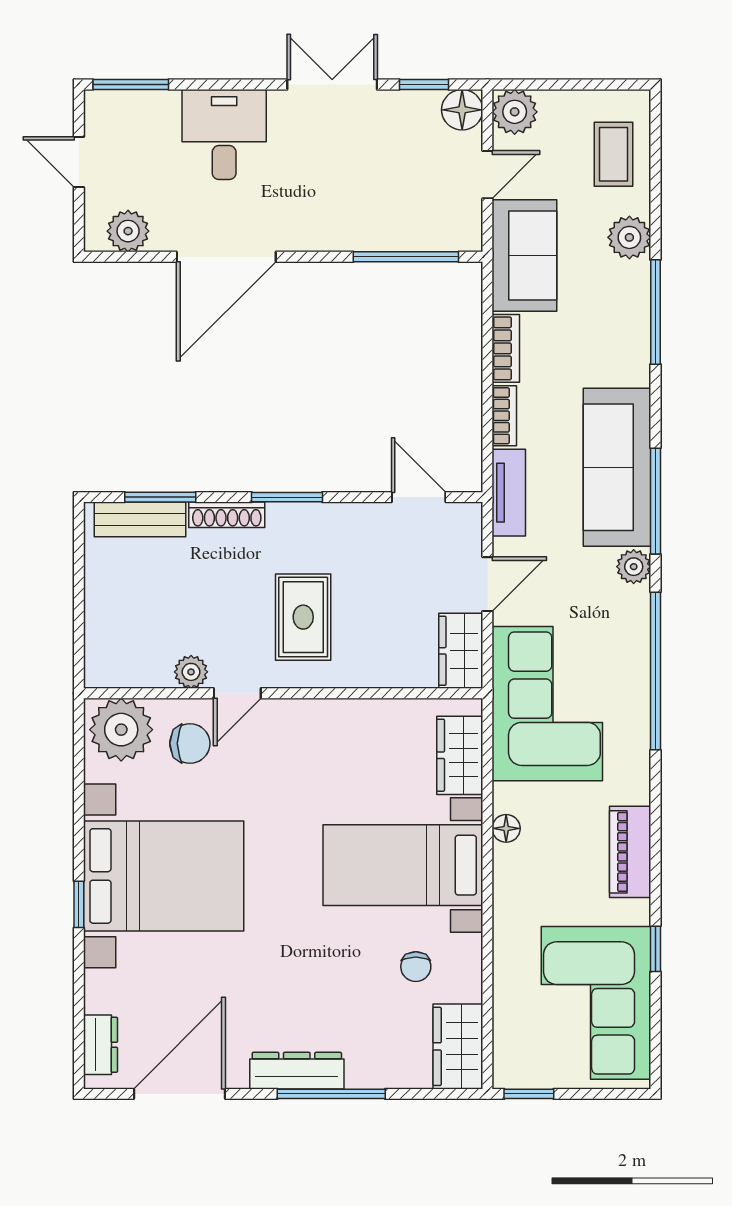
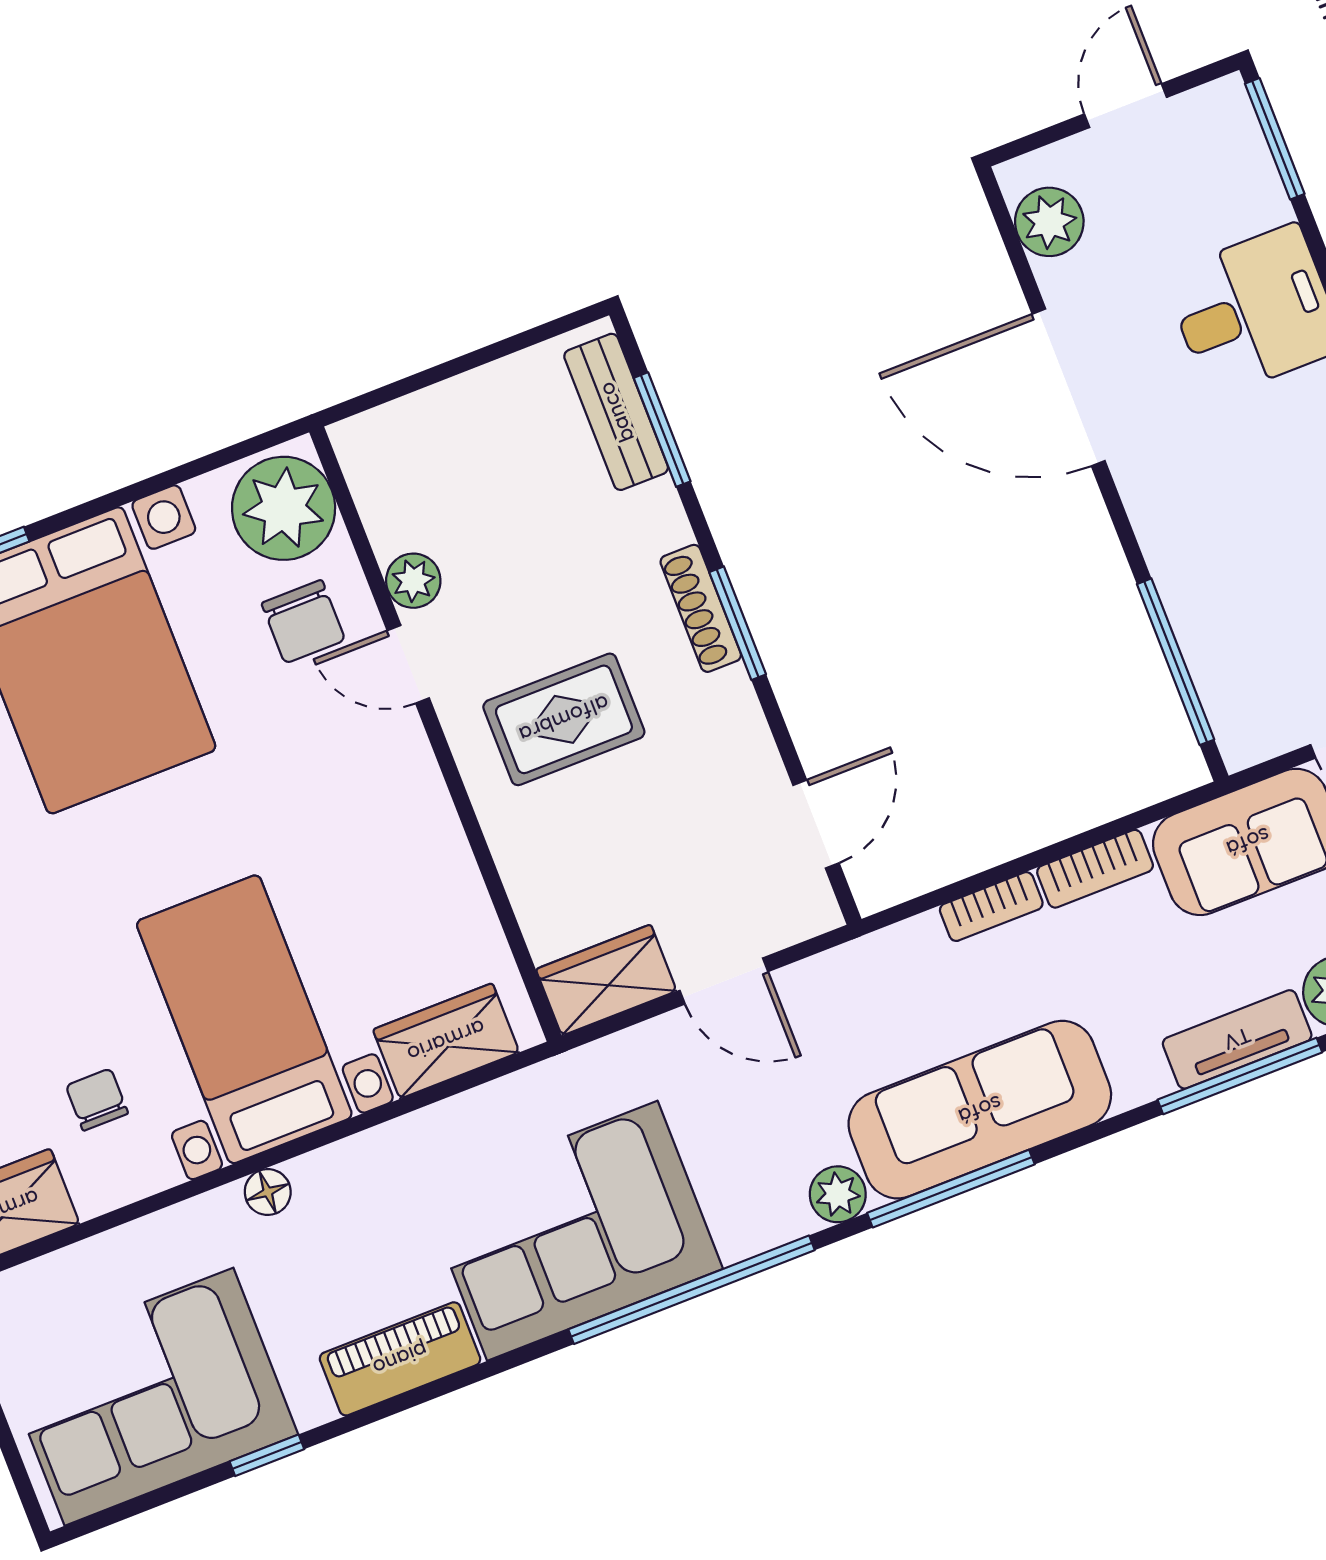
tv unit: (509, 493) -> (1237, 1039), moved, turned 180
shoe rack: (227, 515) -> (701, 608), moved
corner sofa: (547, 704) -> (572, 1231), moved, turned 180
floor lamp: (506, 828) -> (268, 1192), moved
chair: (416, 967) -> (97, 1100), turned 90

